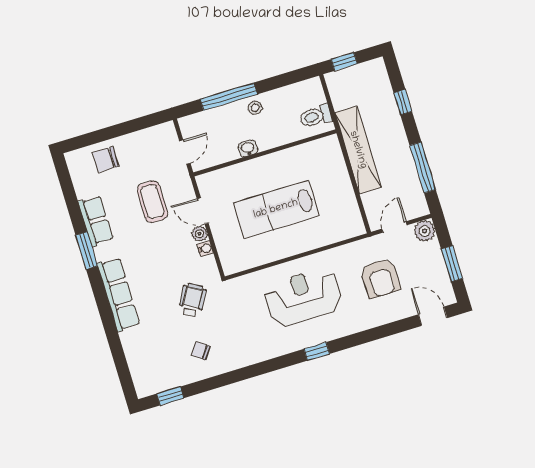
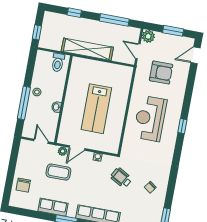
plant: (200, 234) -> (63, 151), moved

